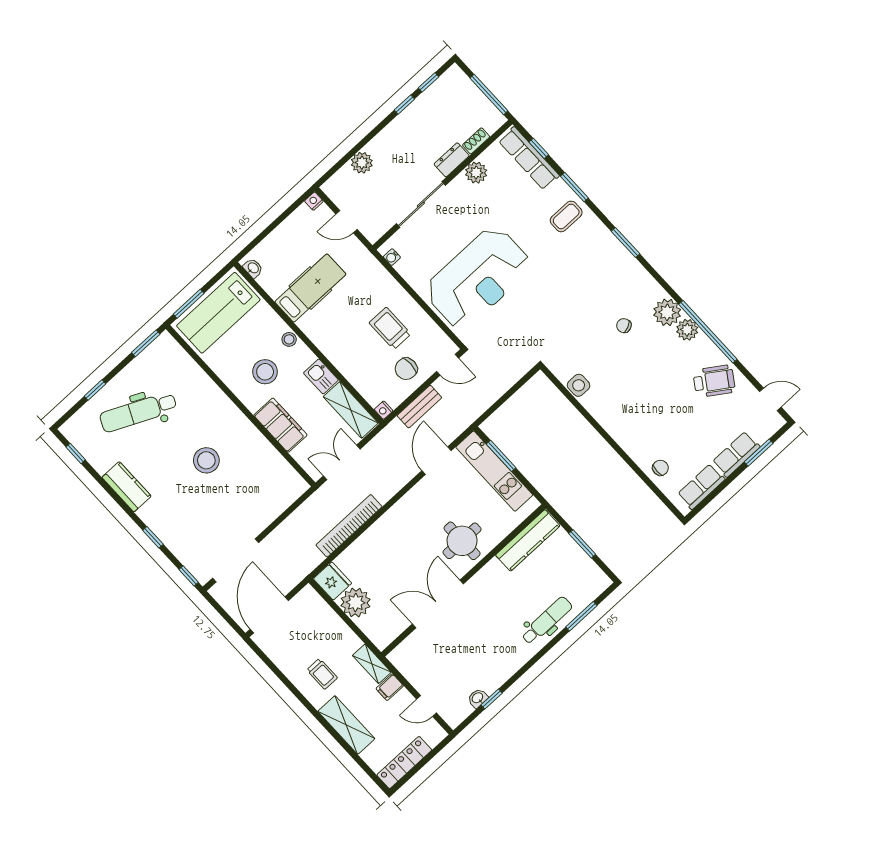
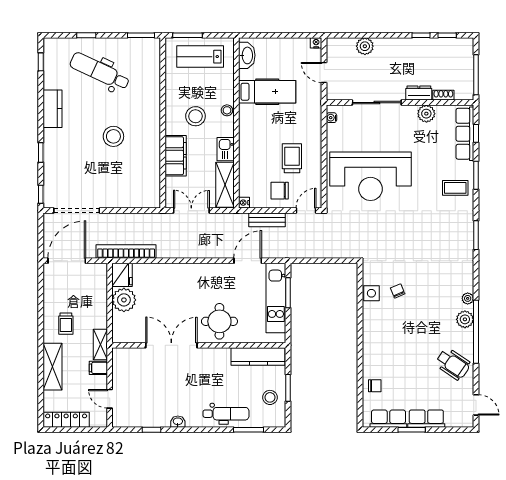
washbasin: (253, 268) -> (247, 55), width x1.91, depth x1.45
plant: (667, 312) -> (468, 298), width x0.53, depth x0.53
lab bench: (218, 313) -> (200, 57), width x0.73, depth x0.72
chair: (624, 326) -> (398, 291), moved
door: (448, 365) -> (306, 211), swing flipped
window: (759, 453) -> (412, 430), moved
bookcase: (349, 526) -> (126, 252), moved
stool: (574, 568) -> (270, 397), added
washbasin: (478, 698) -> (178, 422), moved

